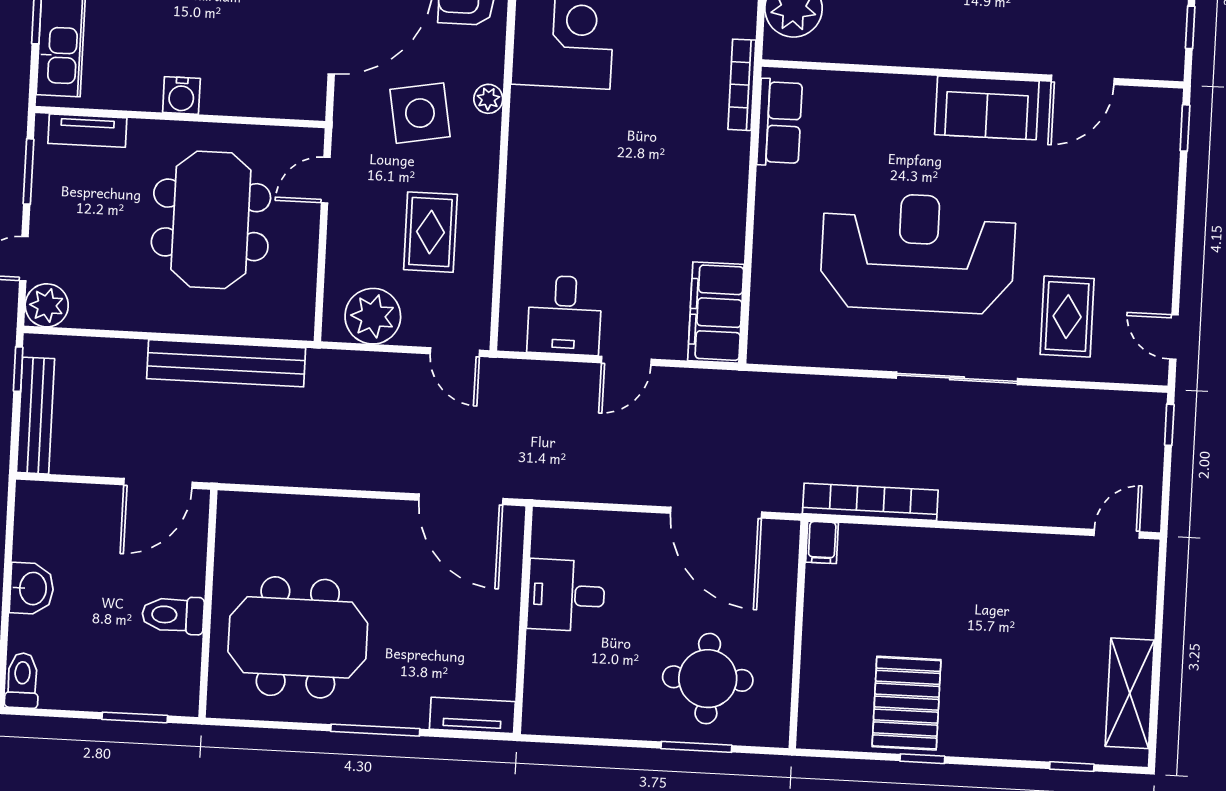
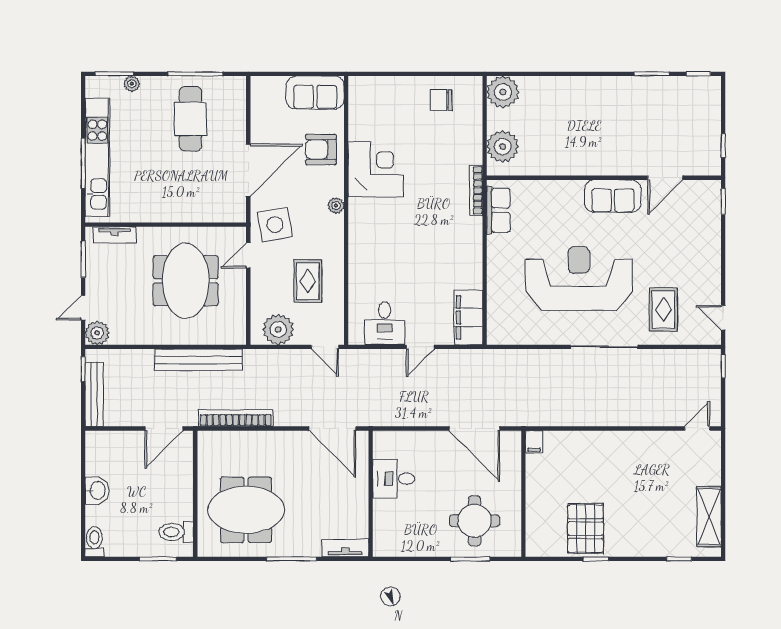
water cooler: (181, 95) -> (166, 213), removed
side table: (420, 113) -> (275, 225), moved
bookcase: (870, 502) -> (236, 418), moved
toilet: (173, 615) -> (176, 532), moved

